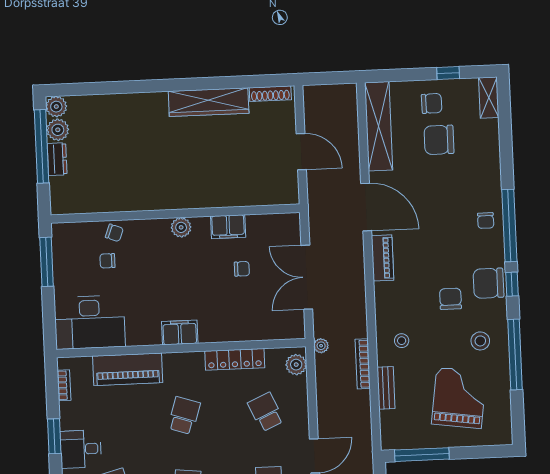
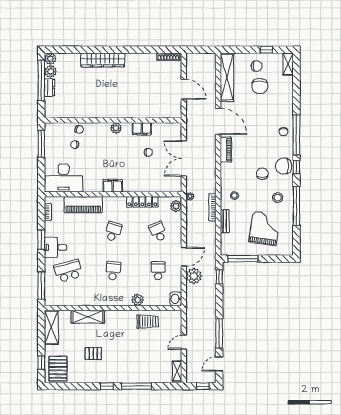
wardrobe: (209, 102) -> (103, 60), moved
chair: (439, 140) -> (260, 86), turned -90

